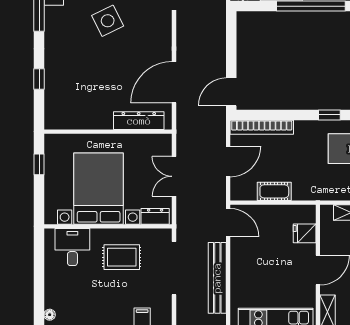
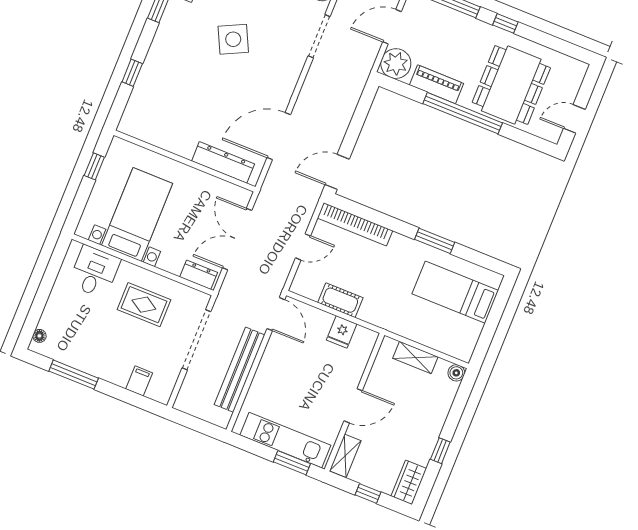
window: (329, 115) -> (435, 241), width x1.50
door: (228, 161) -> (303, 247), width x0.73
double door: (174, 176) -> (237, 239), width x1.37
bed with nightstands: (99, 189) -> (137, 214), width x0.73
fridge: (305, 233) -> (342, 332), moved, turned -90

